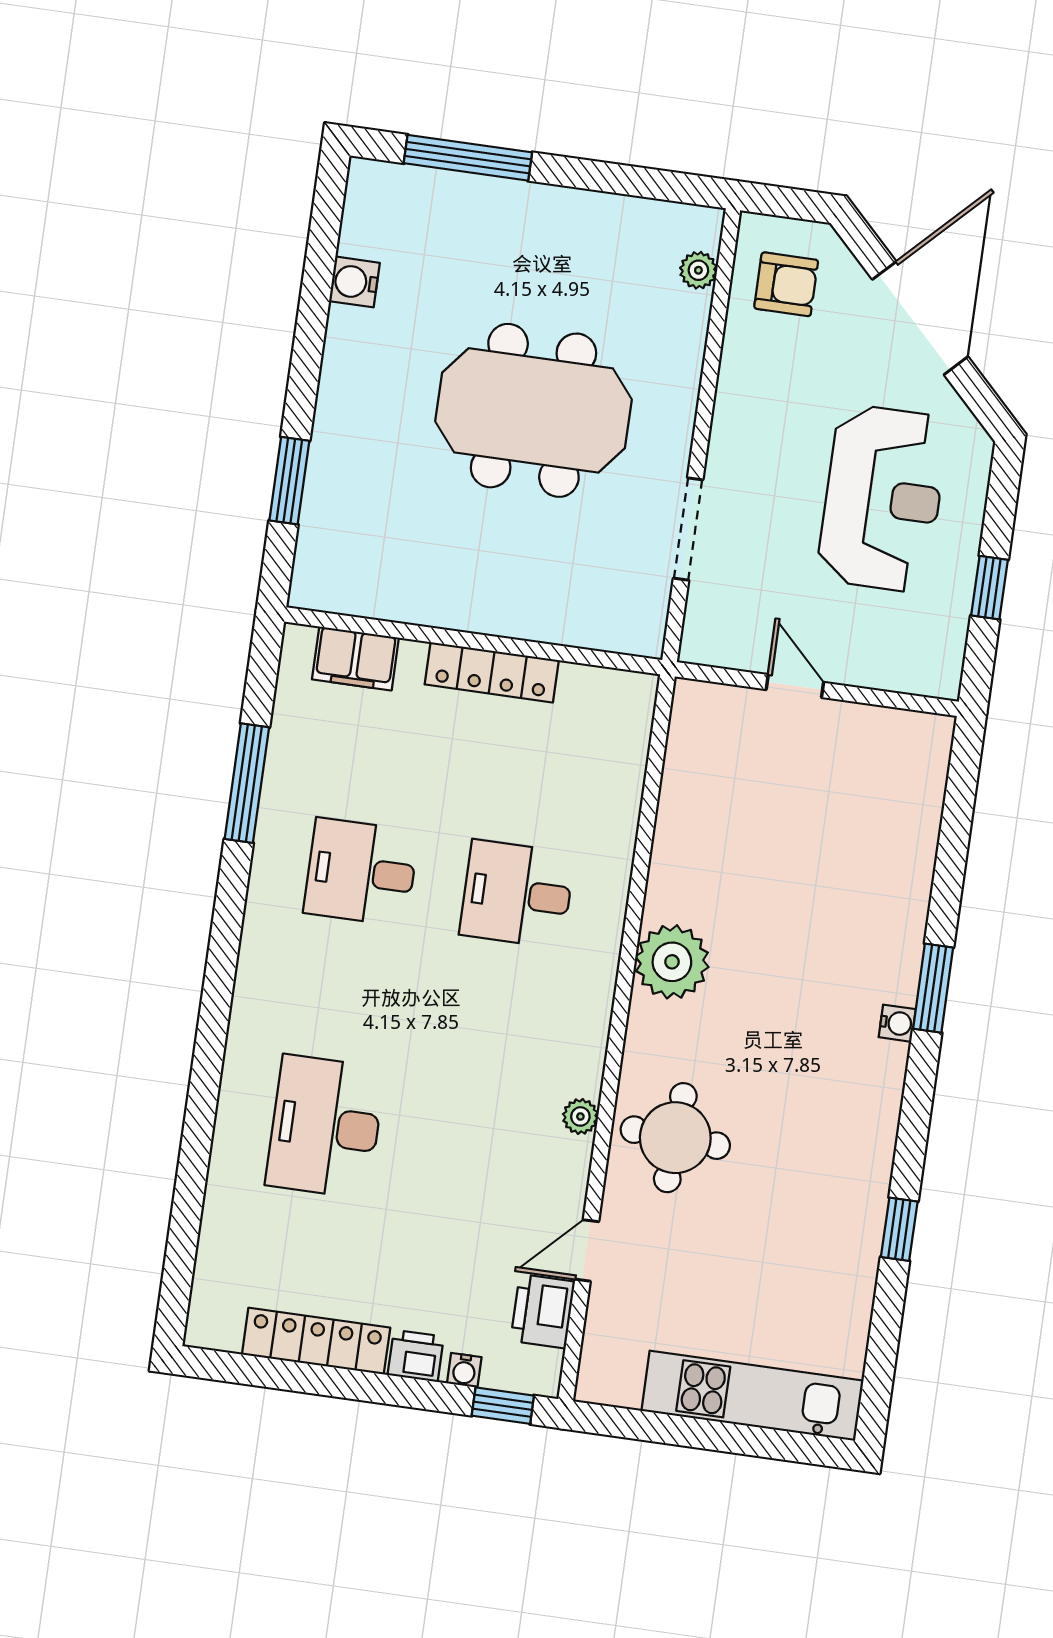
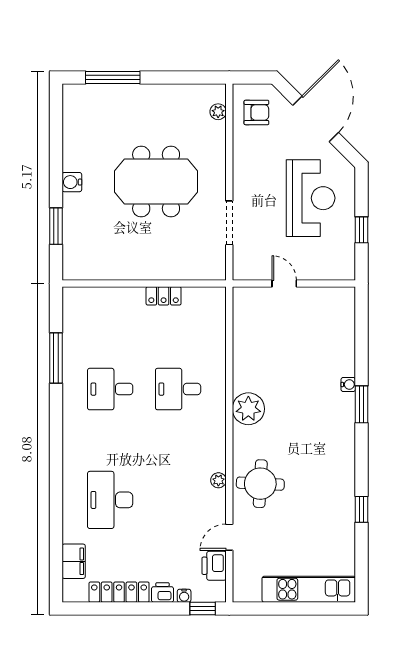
water cooler: (354, 282) -> (72, 182), moved
filing cabinet: (355, 658) -> (74, 561), moved, turned -90
locker: (492, 672) -> (164, 296), width x0.66
water cooler: (897, 1023) -> (348, 385), moved

